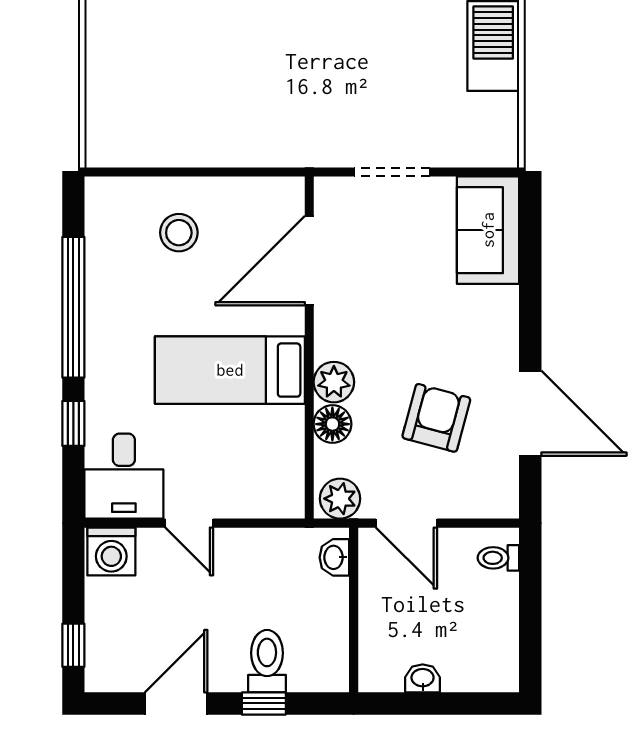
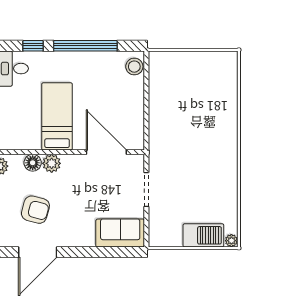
stool: (179, 233) -> (134, 67), moved

